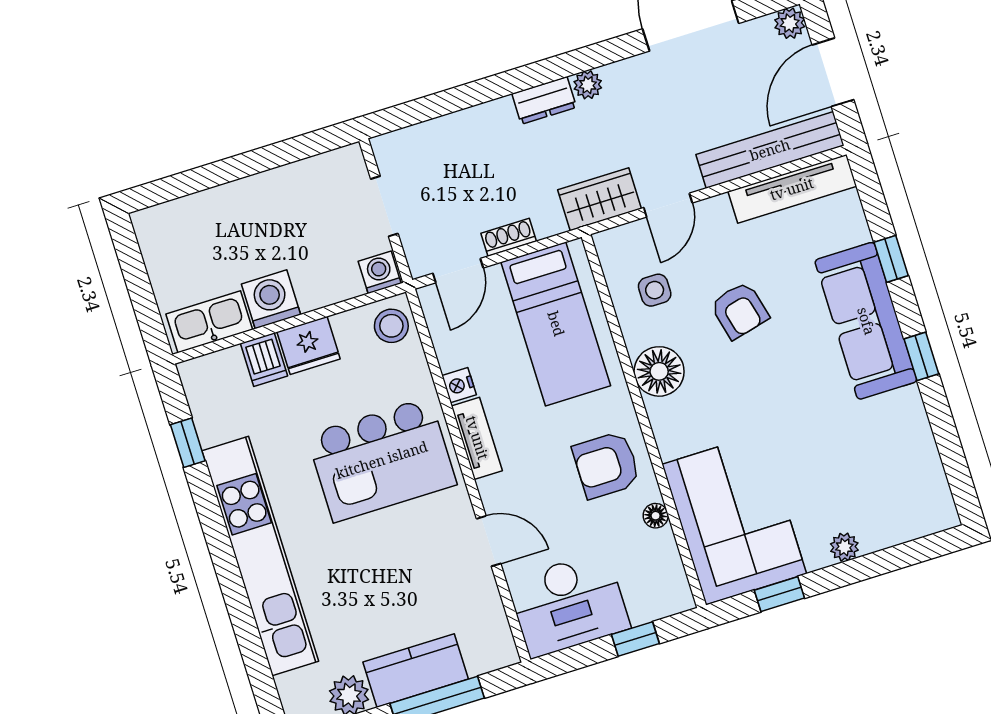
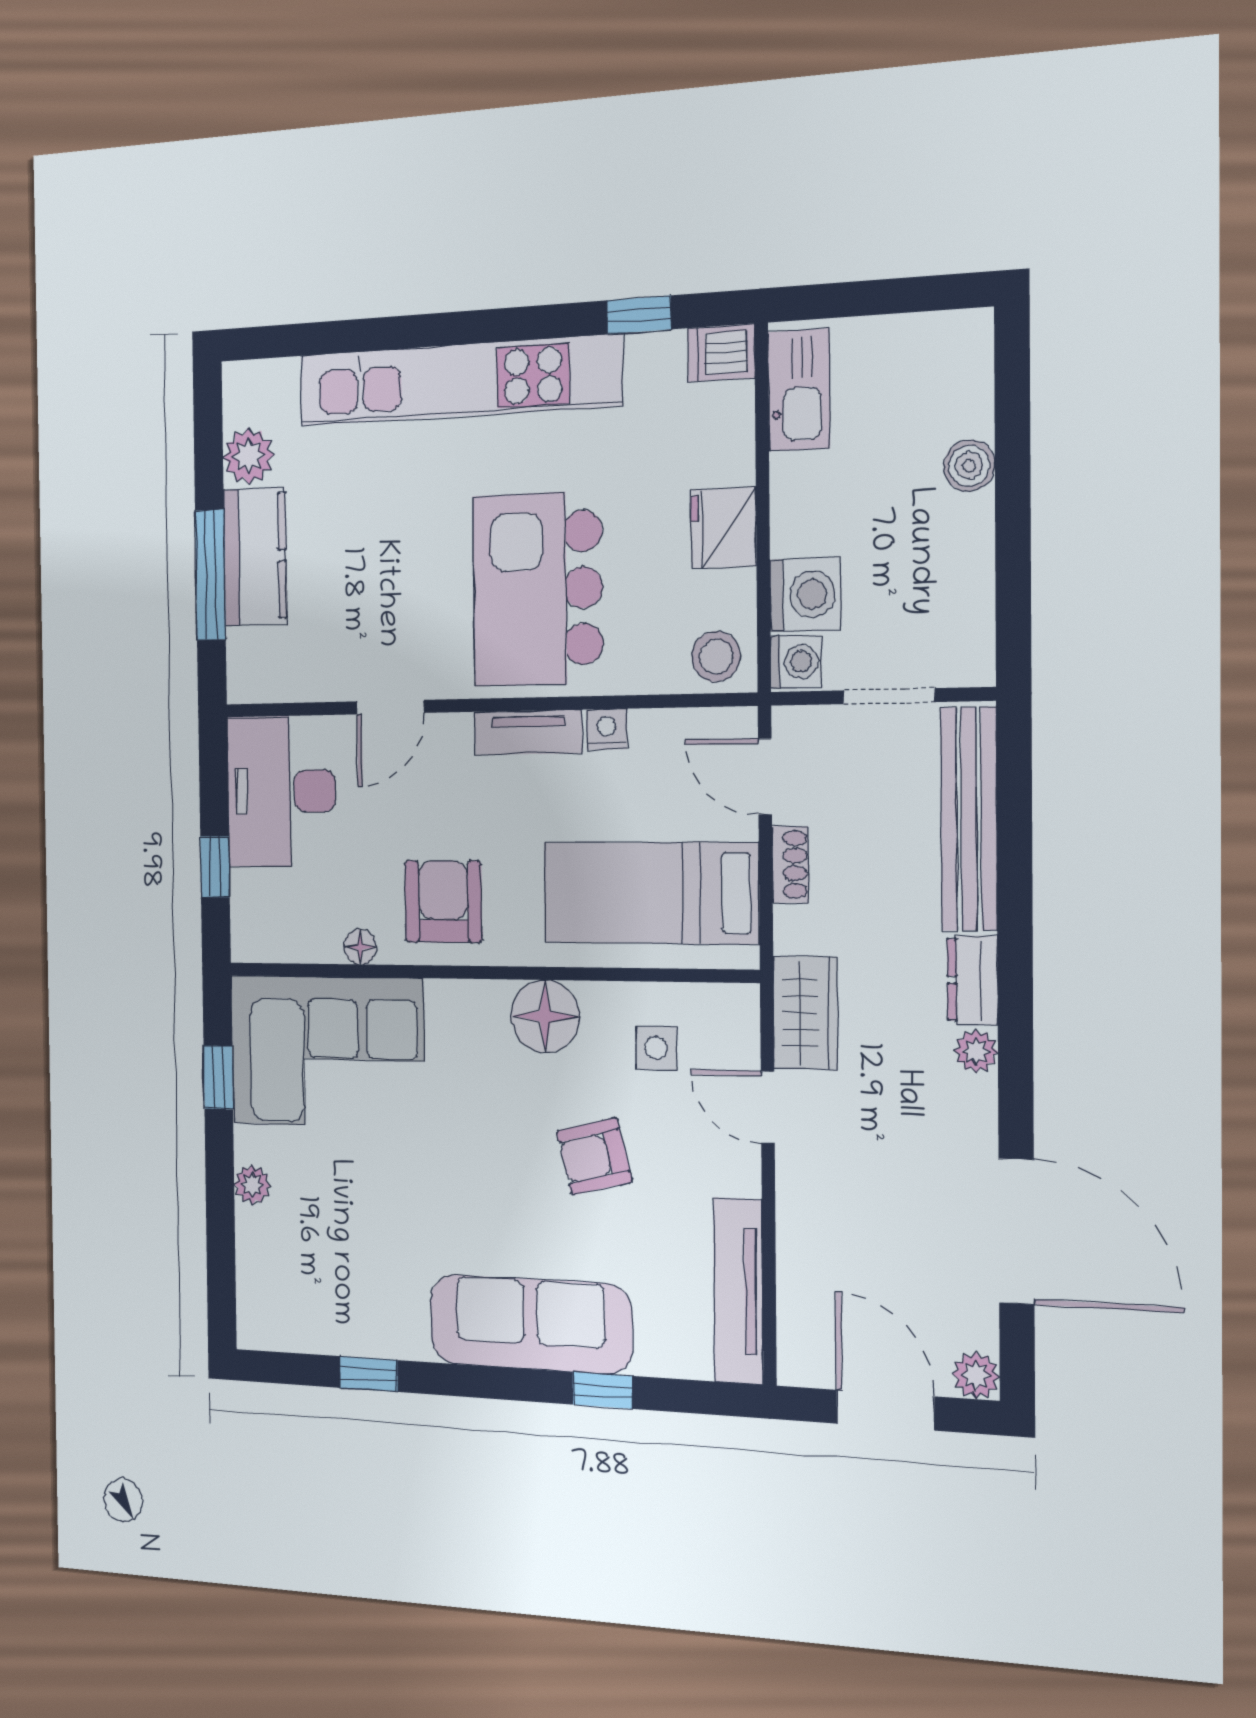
bench: (770, 150) -> (969, 819), moved
boiler: (229, 199) -> (969, 466), added
washing machine: (271, 299) -> (805, 594), moved
window: (921, 356) -> (369, 1374), moved
dishwasher: (264, 360) -> (721, 353), moved

